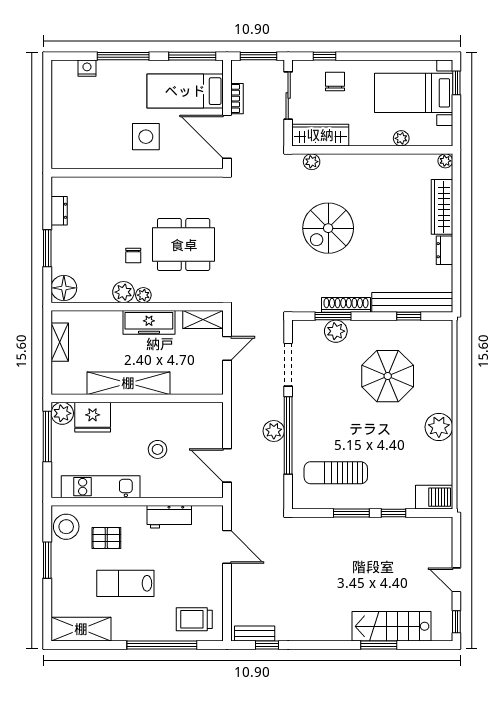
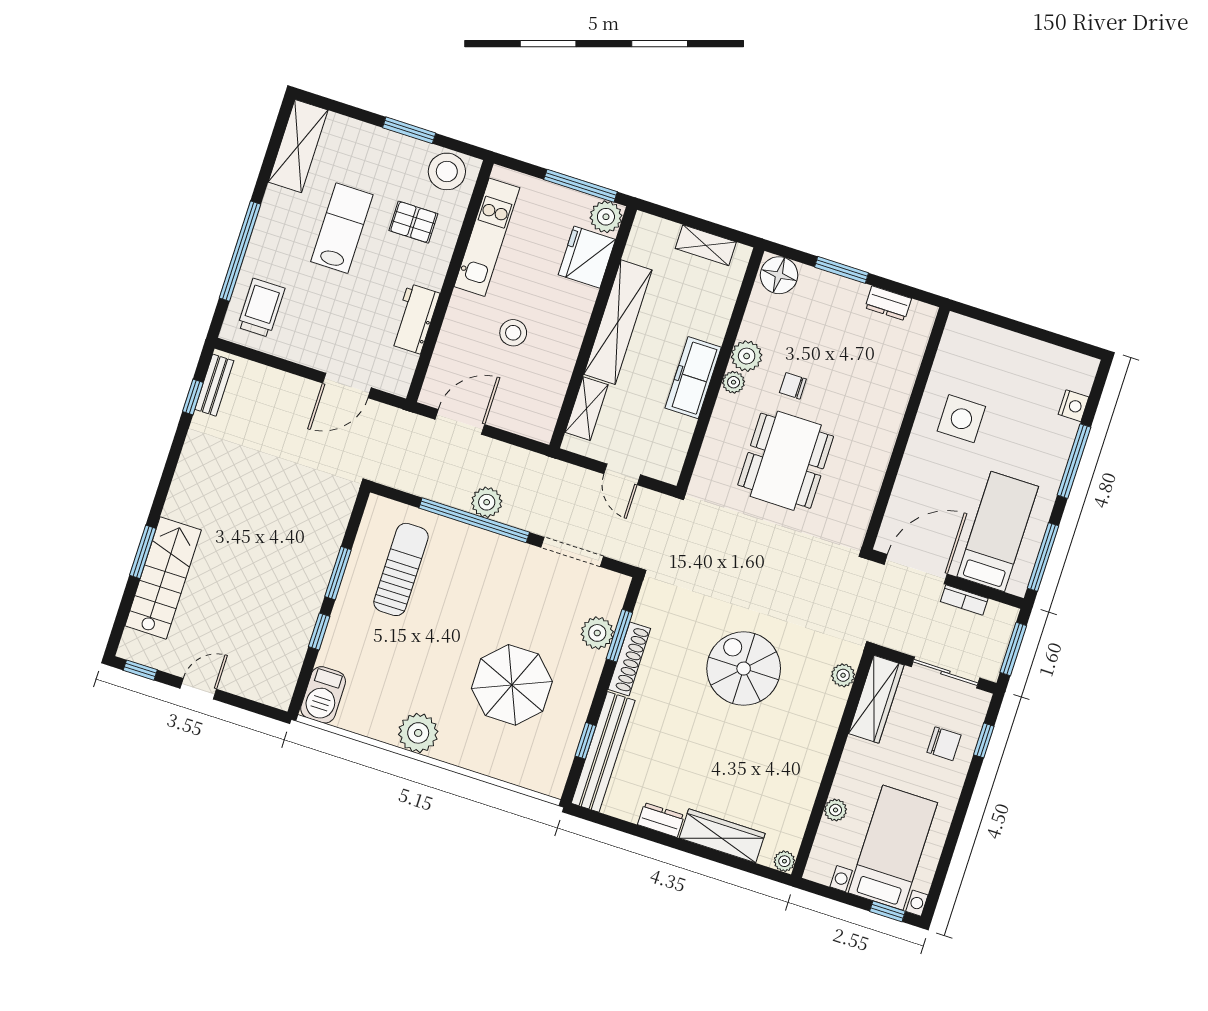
side table: (146, 137) -> (961, 419), moved
shelving: (203, 319) -> (587, 409), moved
pallet: (106, 538) -> (413, 222), turned 90

